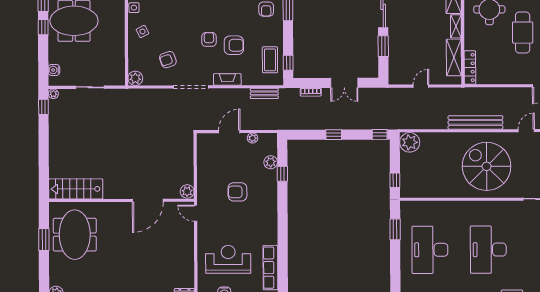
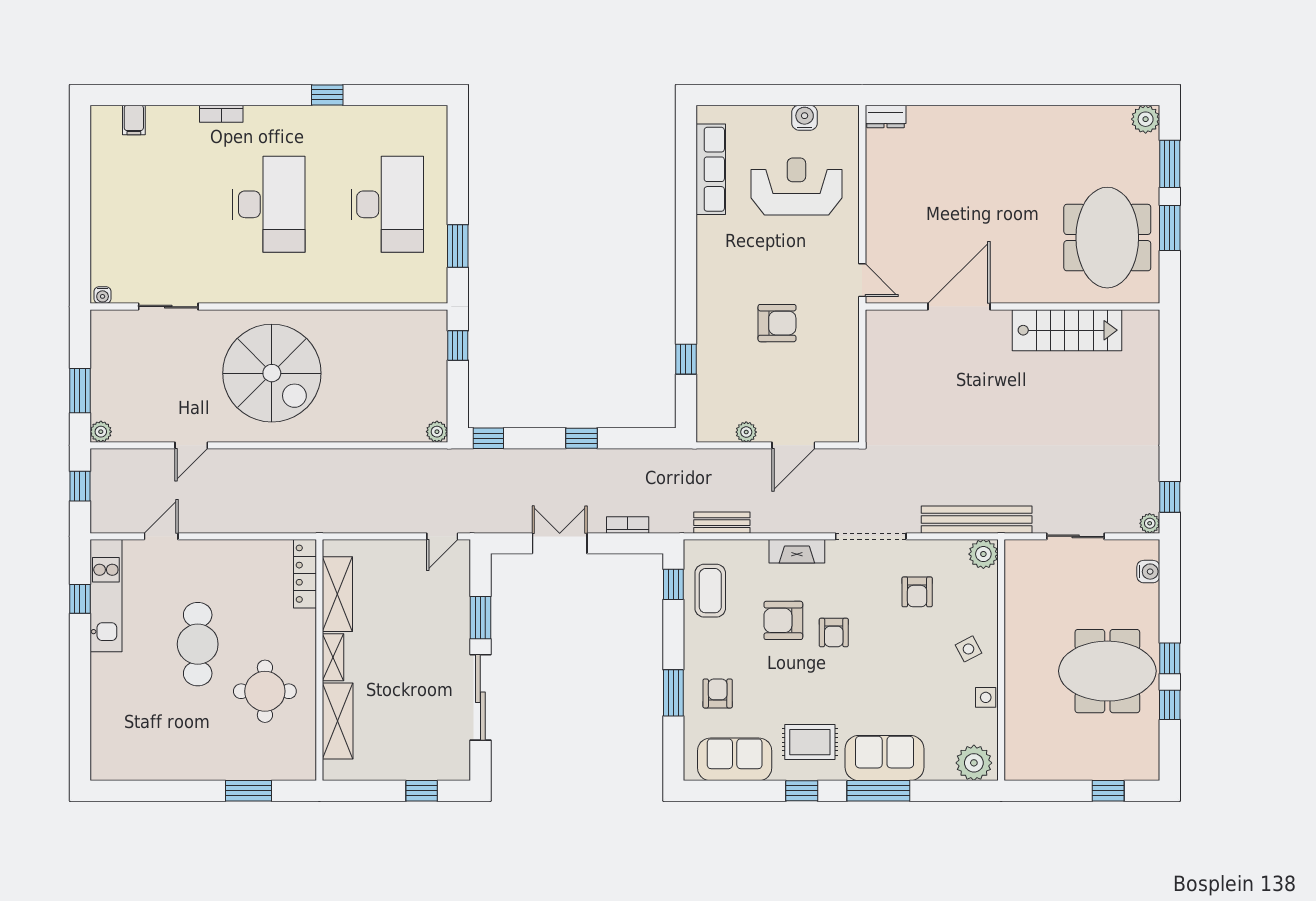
armchair: (168, 60) -> (917, 592), turned 109
door: (421, 86) -> (442, 536), moved
bench: (475, 122) -> (977, 520), moved
plant: (410, 142) -> (437, 432), width x0.53, depth x0.53
plant: (271, 162) -> (710, 383), removed
stairs: (76, 189) -> (1067, 330), moved
plant: (187, 191) -> (879, 324), removed
reception desk: (228, 259) -> (796, 186), turned 180
window: (44, 271) -> (1170, 164), added

